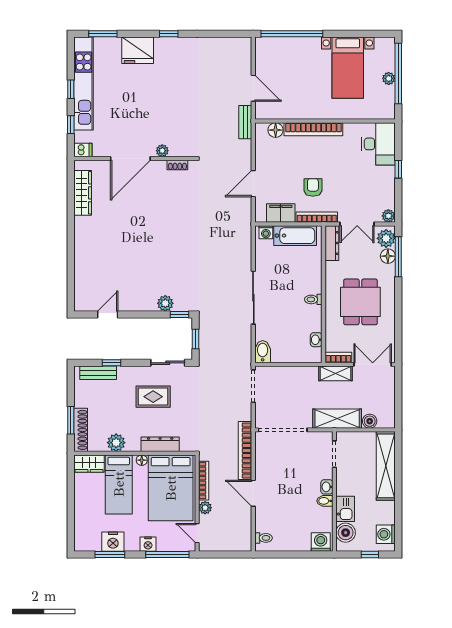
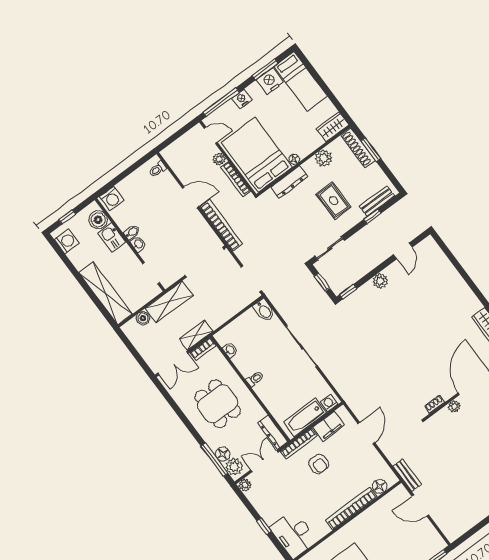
plant: (165, 303) -> (380, 281), moved
rug: (153, 397) -> (334, 201), moved, turned 90
bed: (119, 484) -> (301, 82), moved, turned 180

